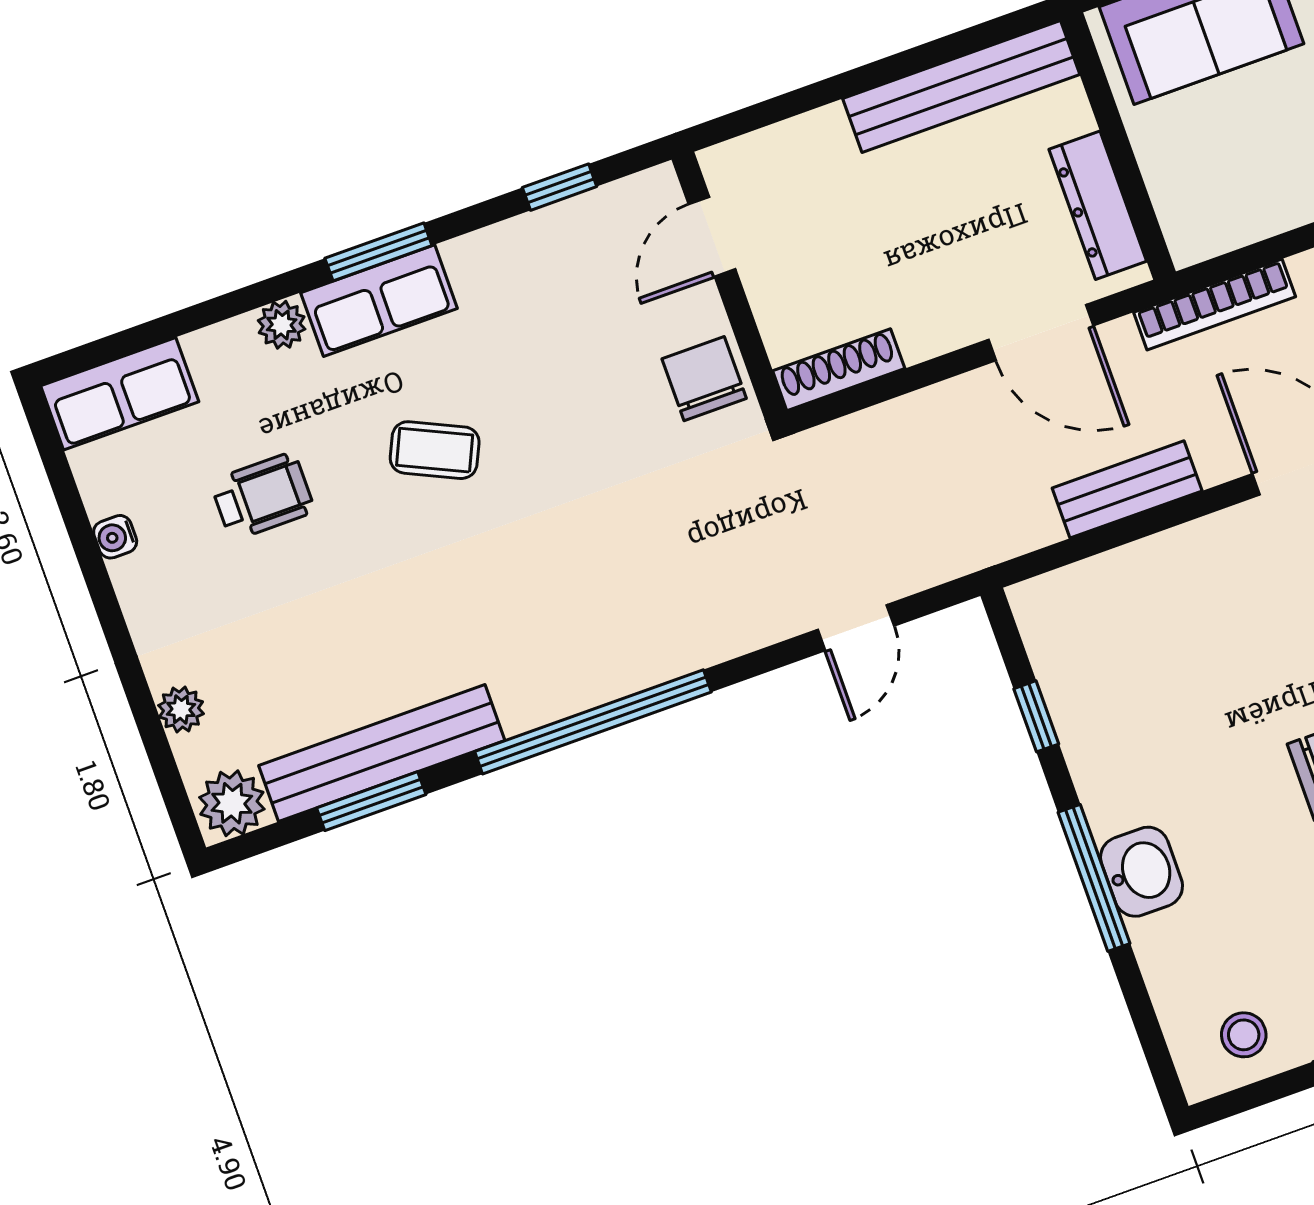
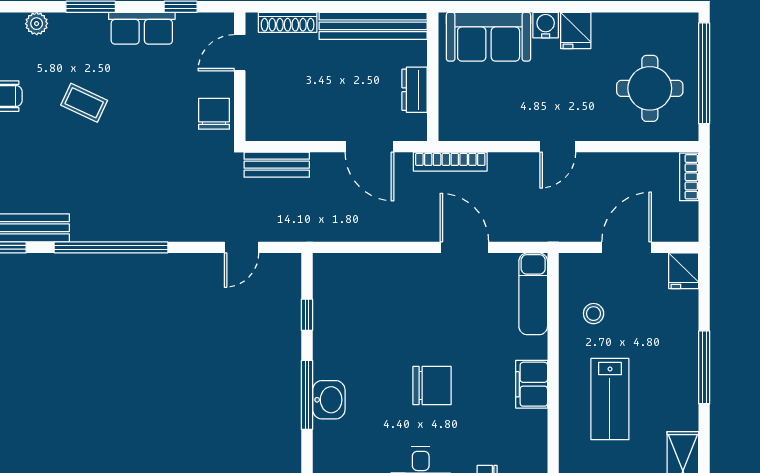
dresser: (1098, 205) -> (415, 90), width x0.70
row of seats: (379, 301) -> (142, 28), moved
shoe rack: (839, 370) -> (288, 22), moved, turned 180
bench: (1127, 489) -> (277, 165), moved

